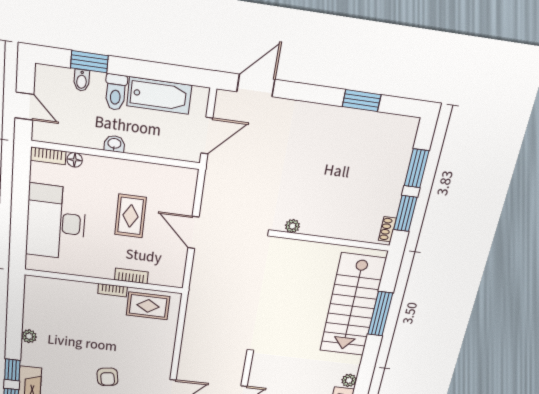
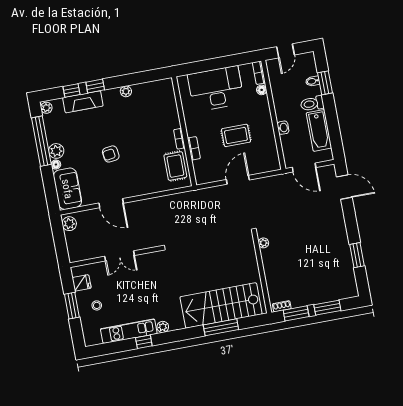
washbasin: (114, 144) -> (283, 128), moved

